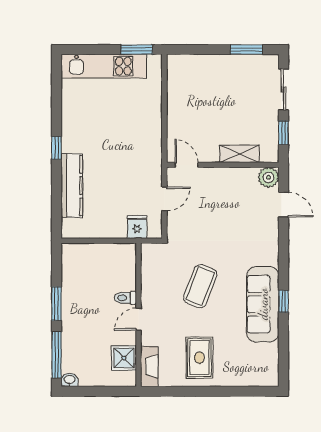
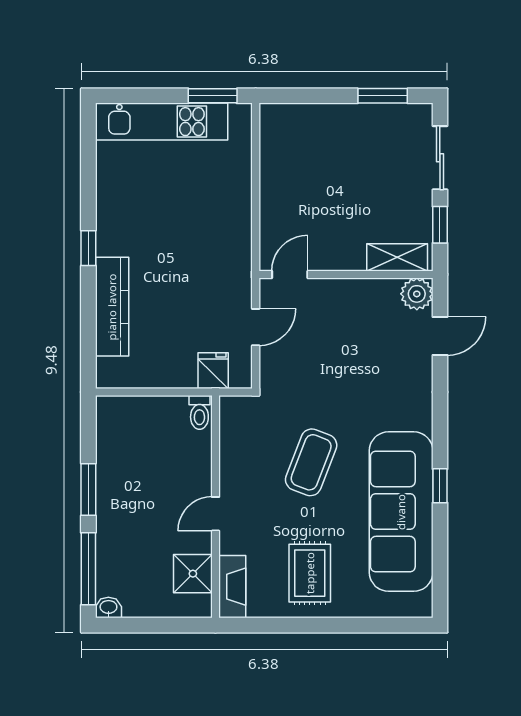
shelving: (240, 154) -> (397, 257), moved
door: (186, 165) -> (290, 274), hinge flipped
door: (283, 205) -> (440, 336), hinge flipped
toilet: (125, 298) -> (199, 412), moved, turned -90
sofa: (263, 304) -> (401, 512), width x1.36, depth x1.27

